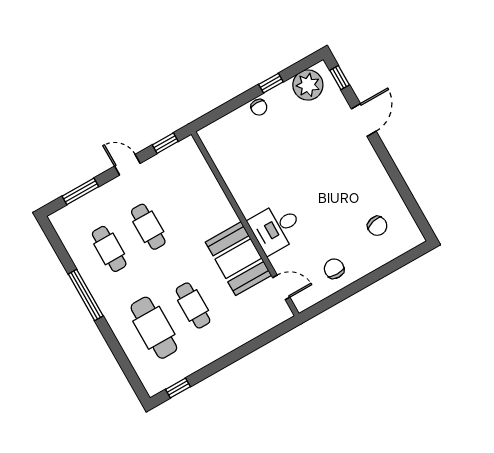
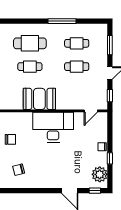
desk: (276, 228) -> (53, 127), width x1.87, depth x1.30
door: (281, 287) -> (91, 111), moved

